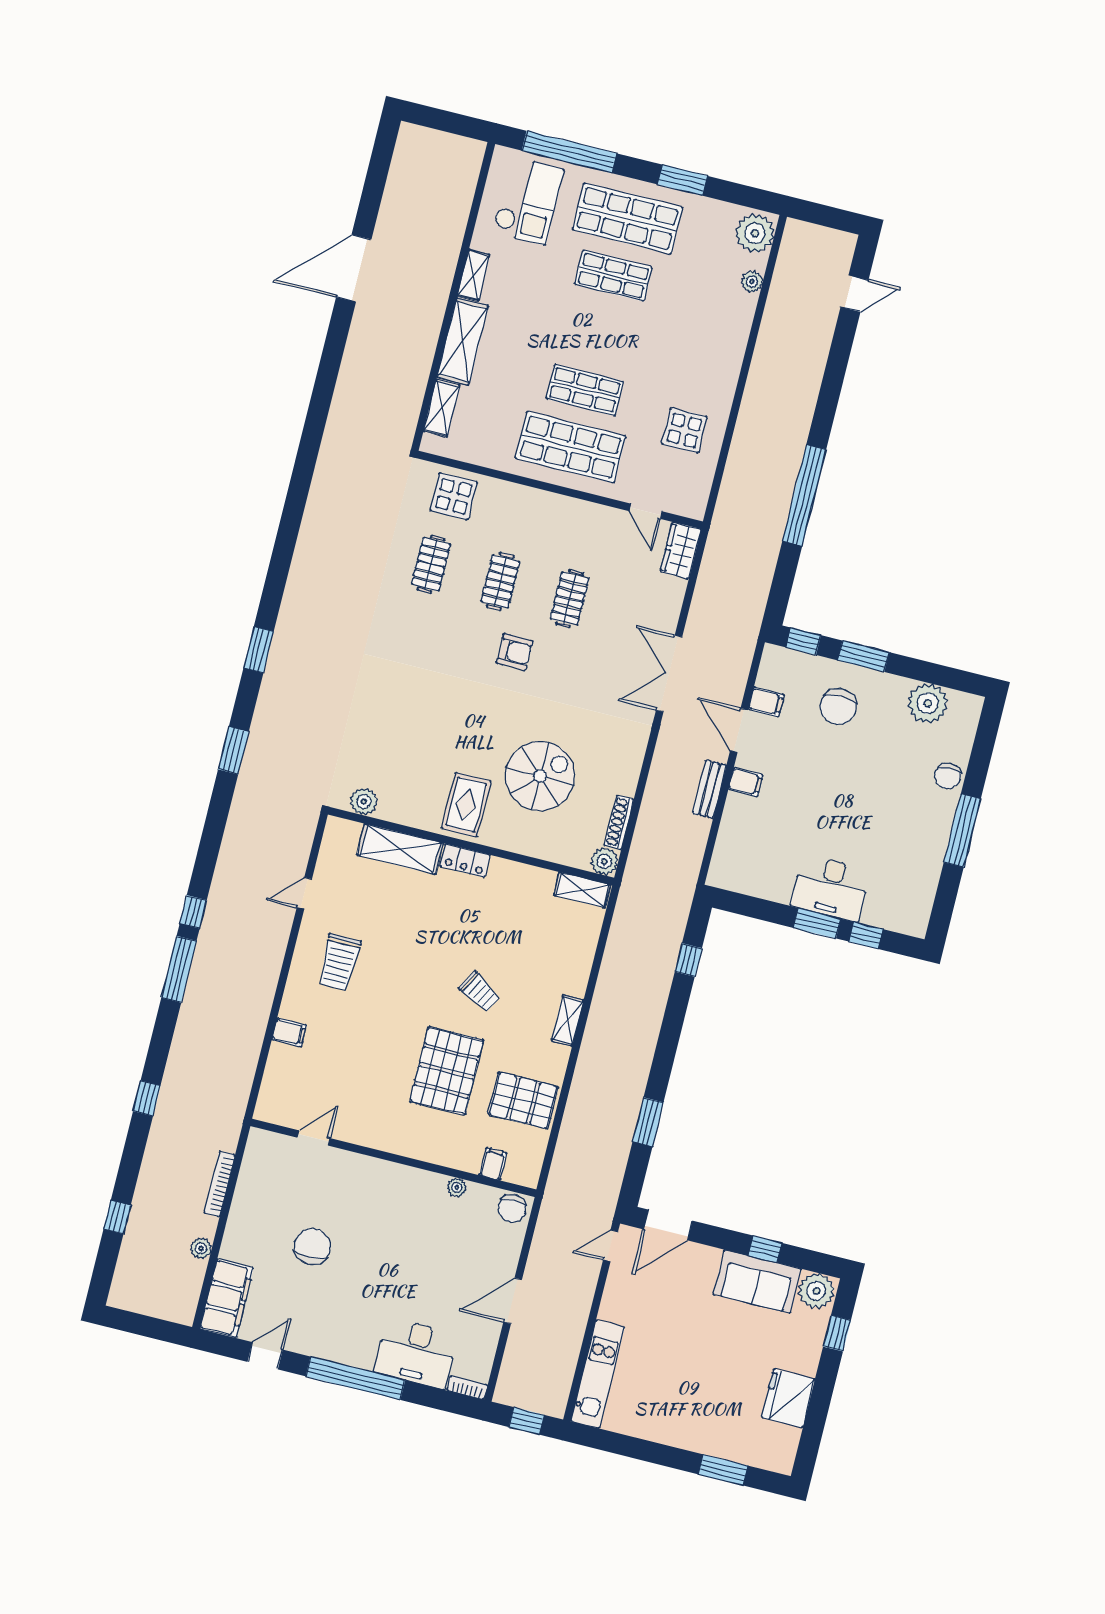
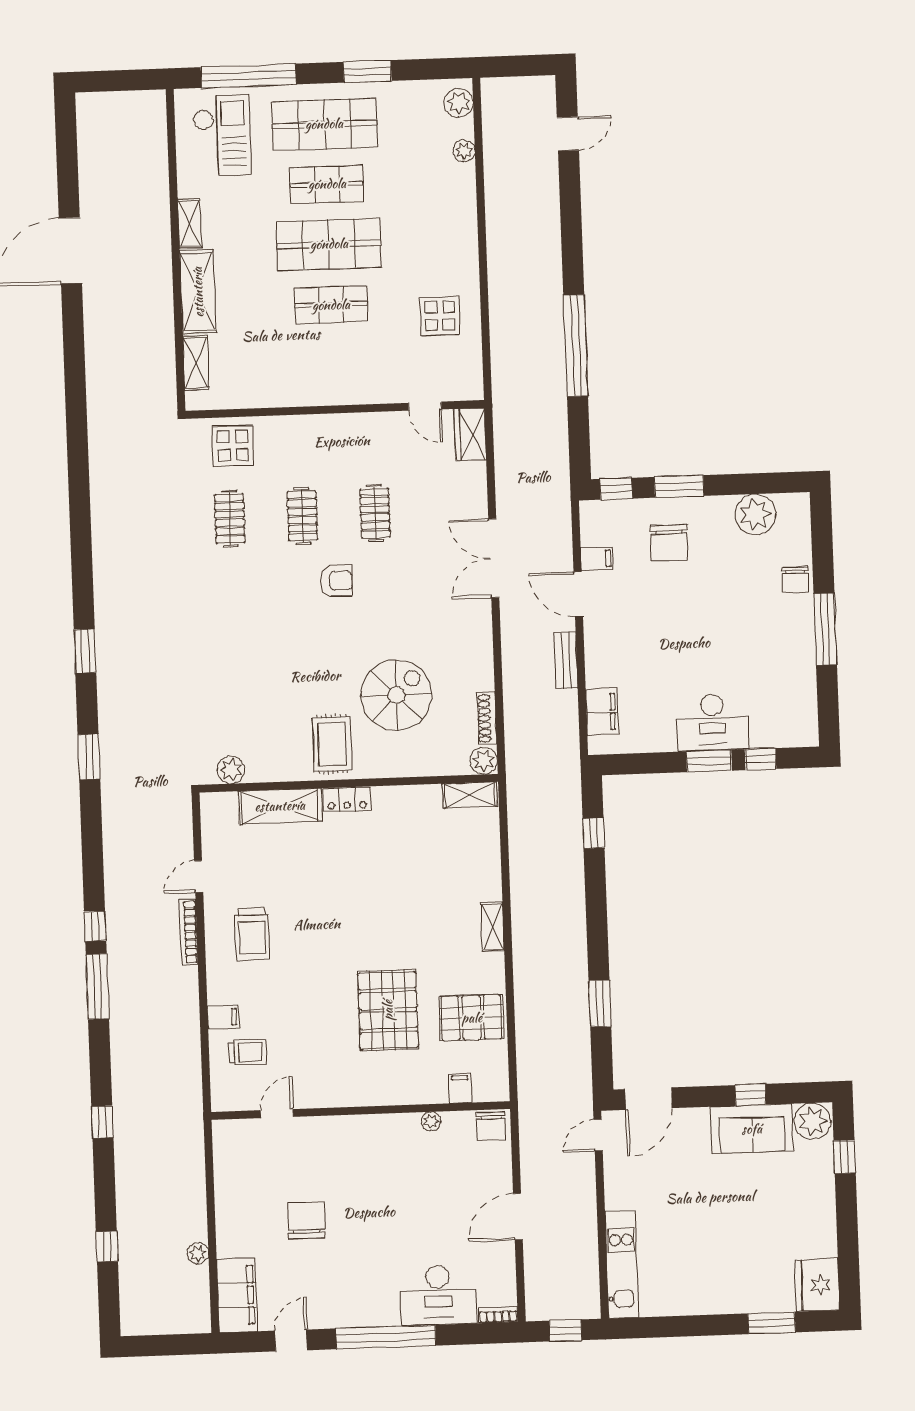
plant: (755, 233) -> (459, 103), width x0.73, depth x0.73
shop shelf: (571, 447) -> (329, 244), moved
filing cabinet: (746, 782) -> (602, 712), moved, width x2.00
trolley: (480, 992) -> (248, 1052), moved, turned -30
bookcase: (219, 1184) -> (188, 932), moved
fridge: (788, 1398) -> (817, 1285), moved

